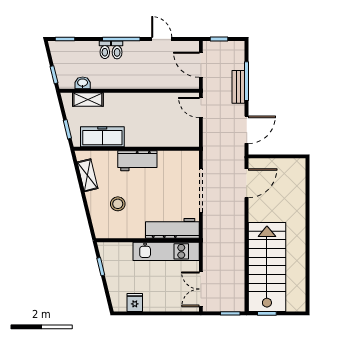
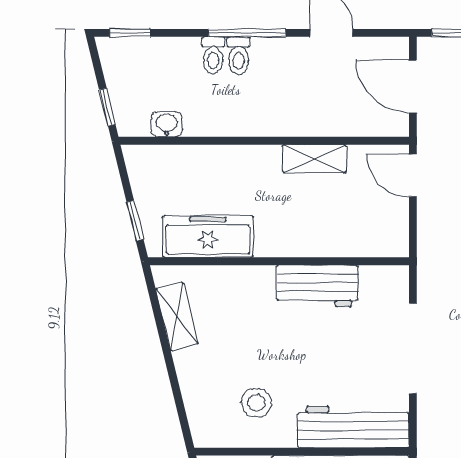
shelving: (88, 99) -> (314, 159), moved
workbench: (137, 161) -> (317, 286), moved
stool: (118, 204) -> (256, 403), moved

